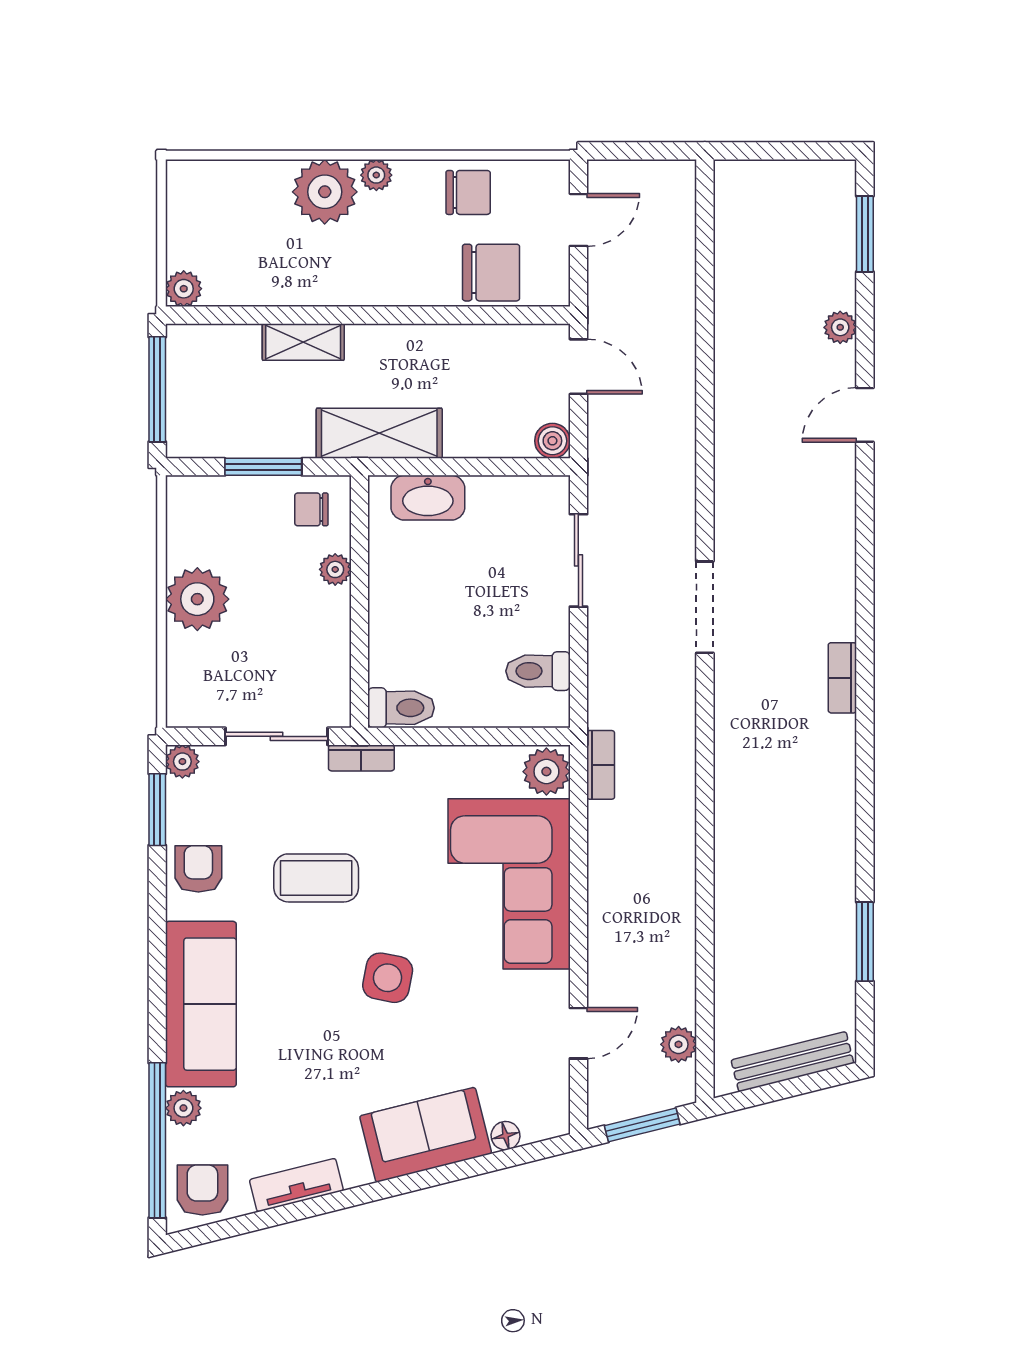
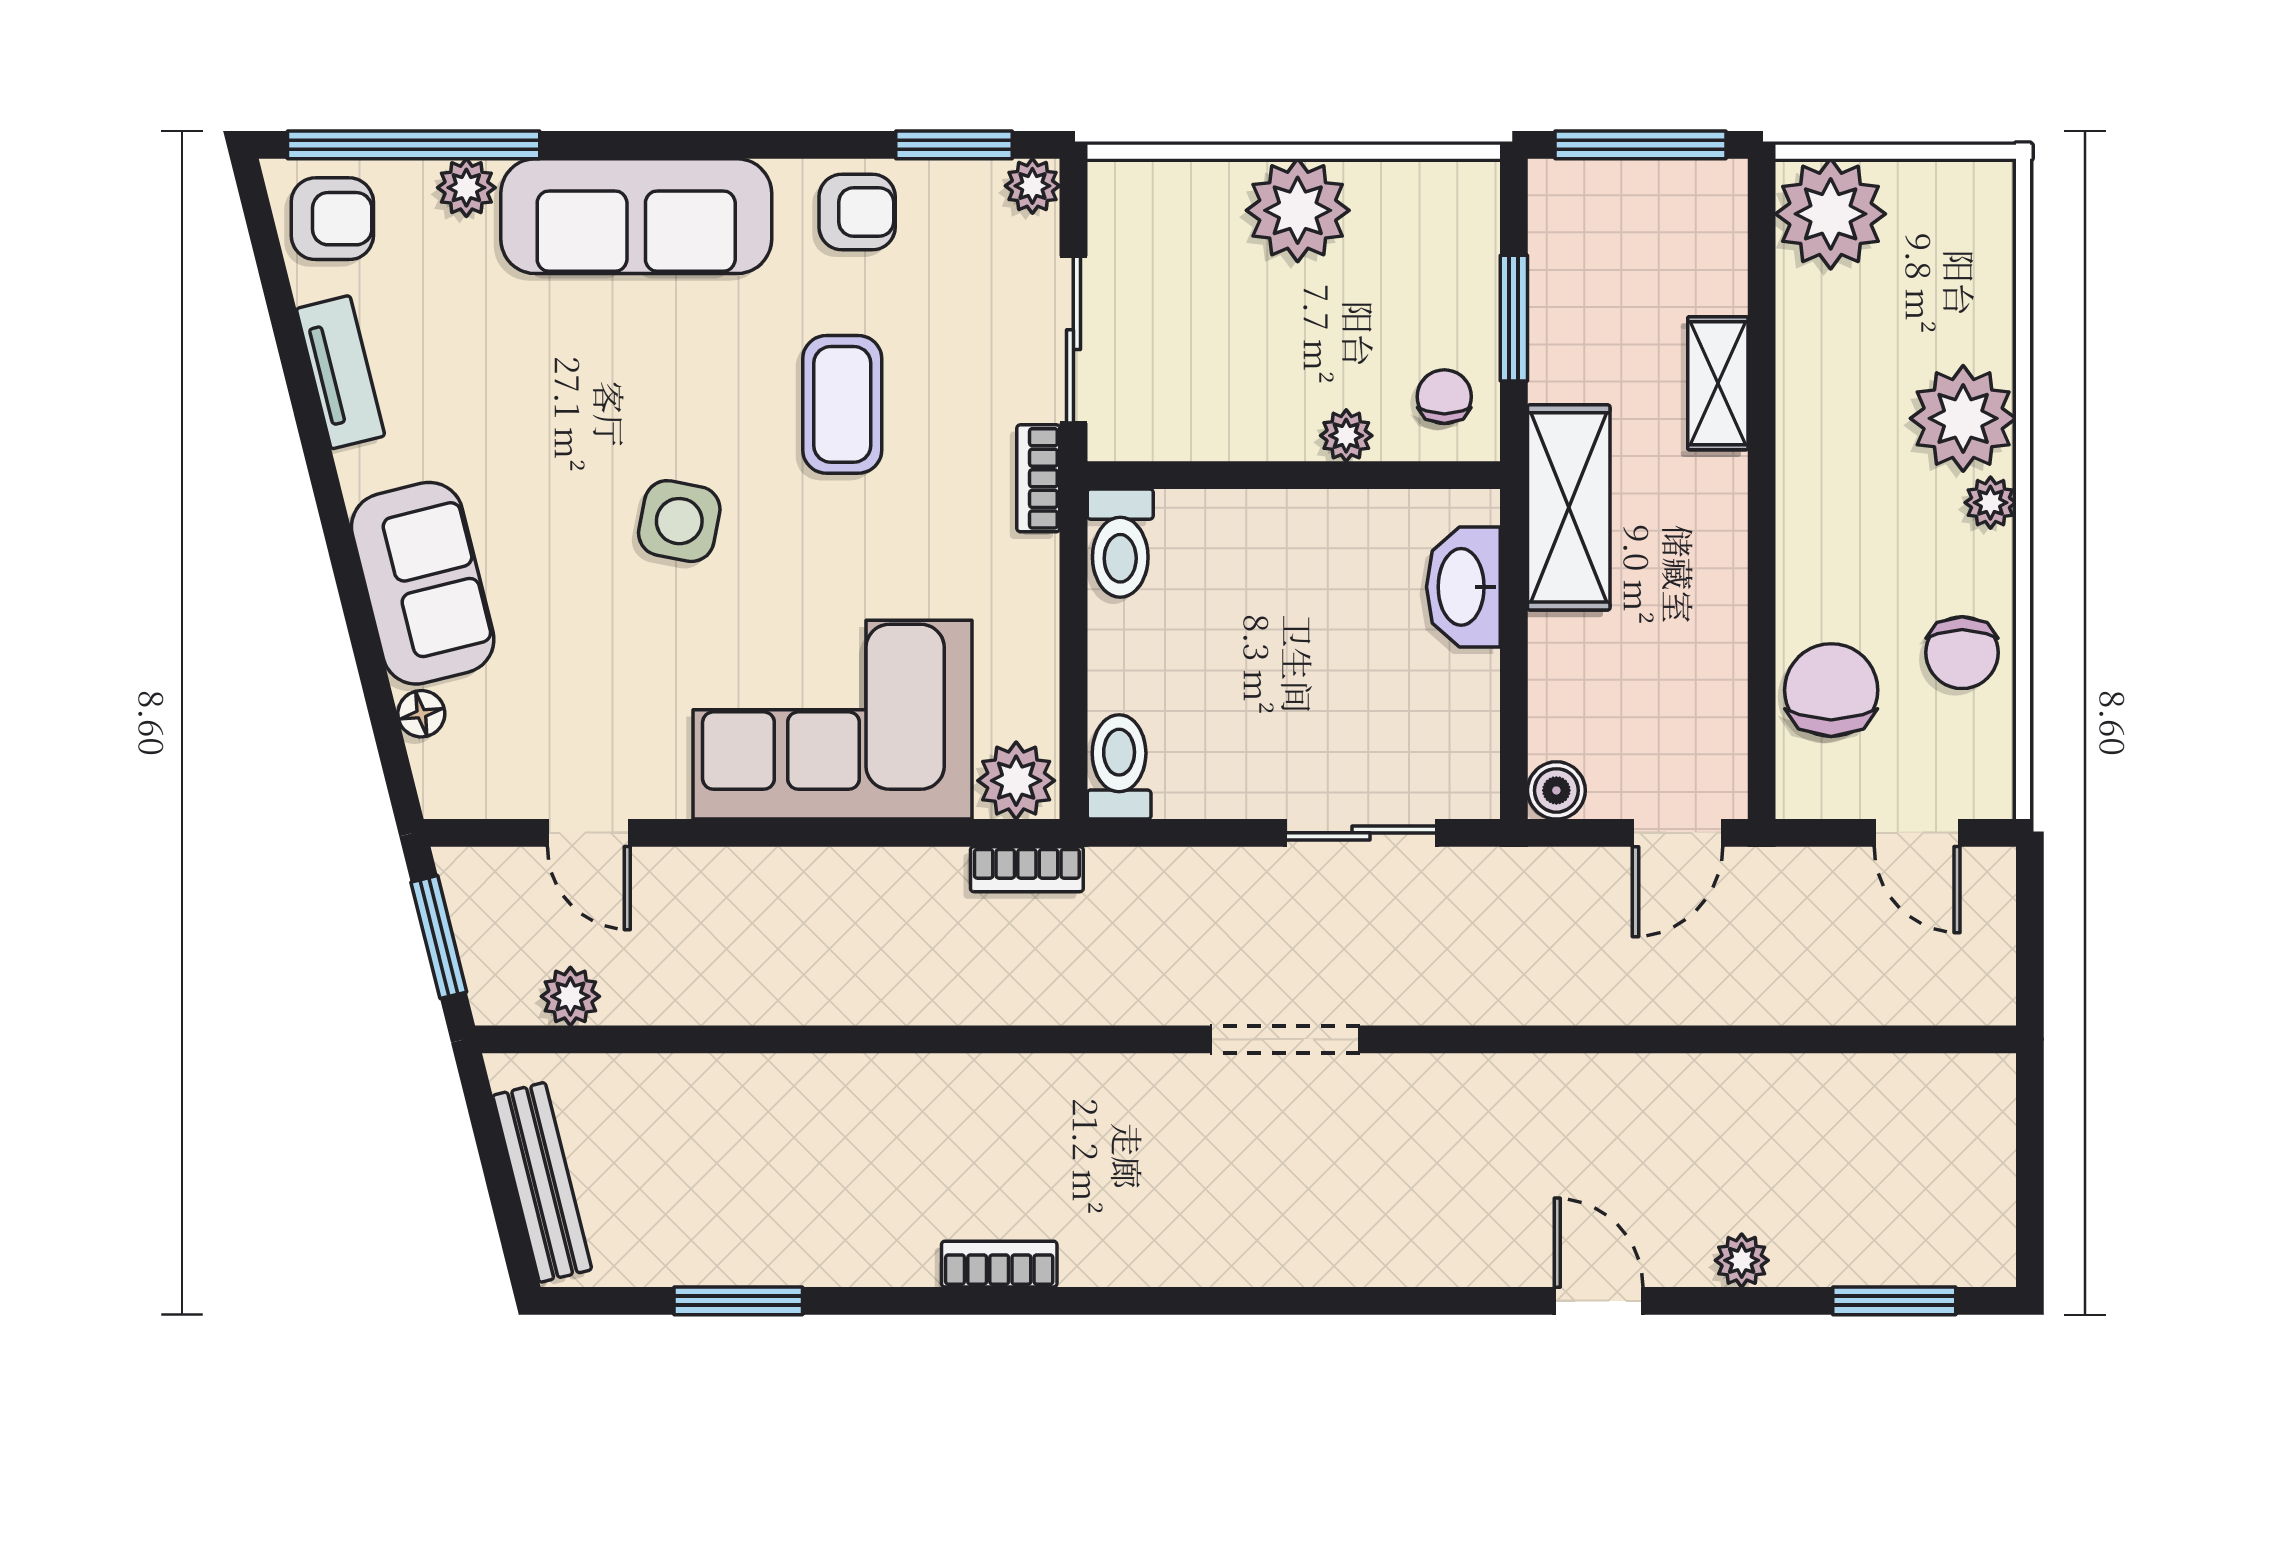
chair: (491, 273) -> (1831, 690), turned 180
plant: (184, 289) -> (1831, 214), width x1.87, depth x1.87
toilet: (538, 671) -> (1119, 767), moved
bookcase: (842, 678) -> (999, 1264), moved

